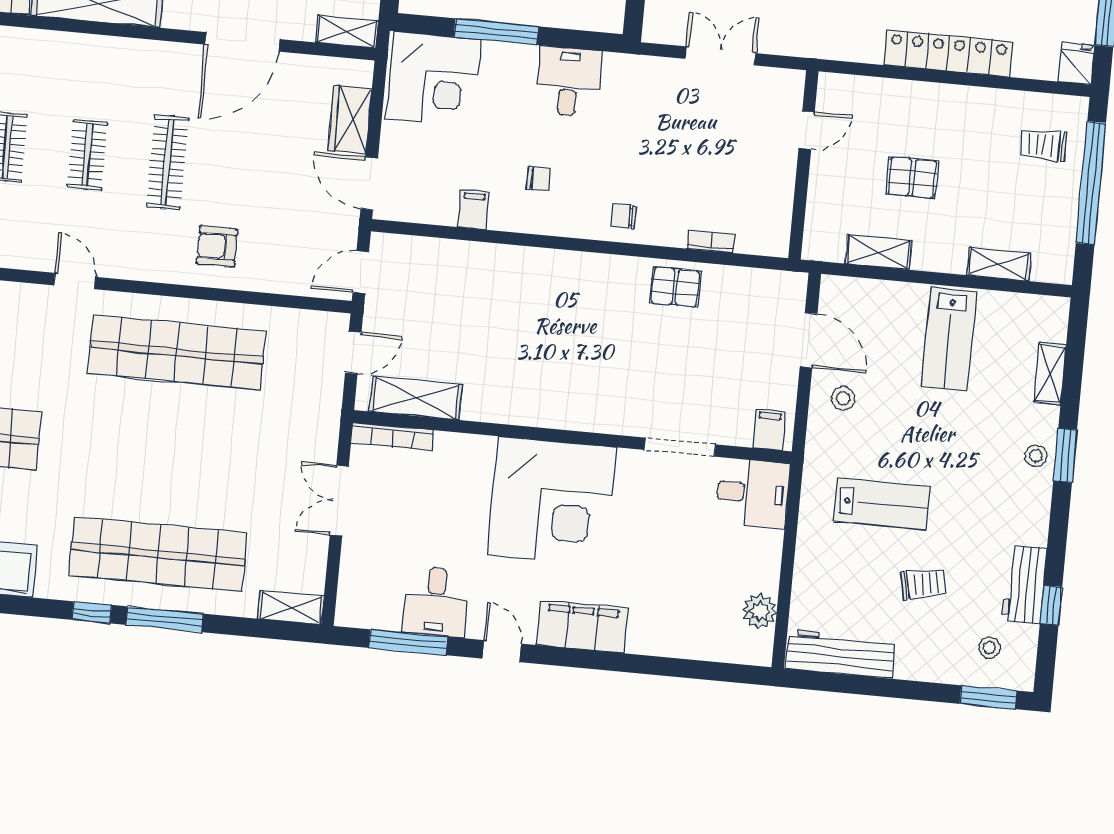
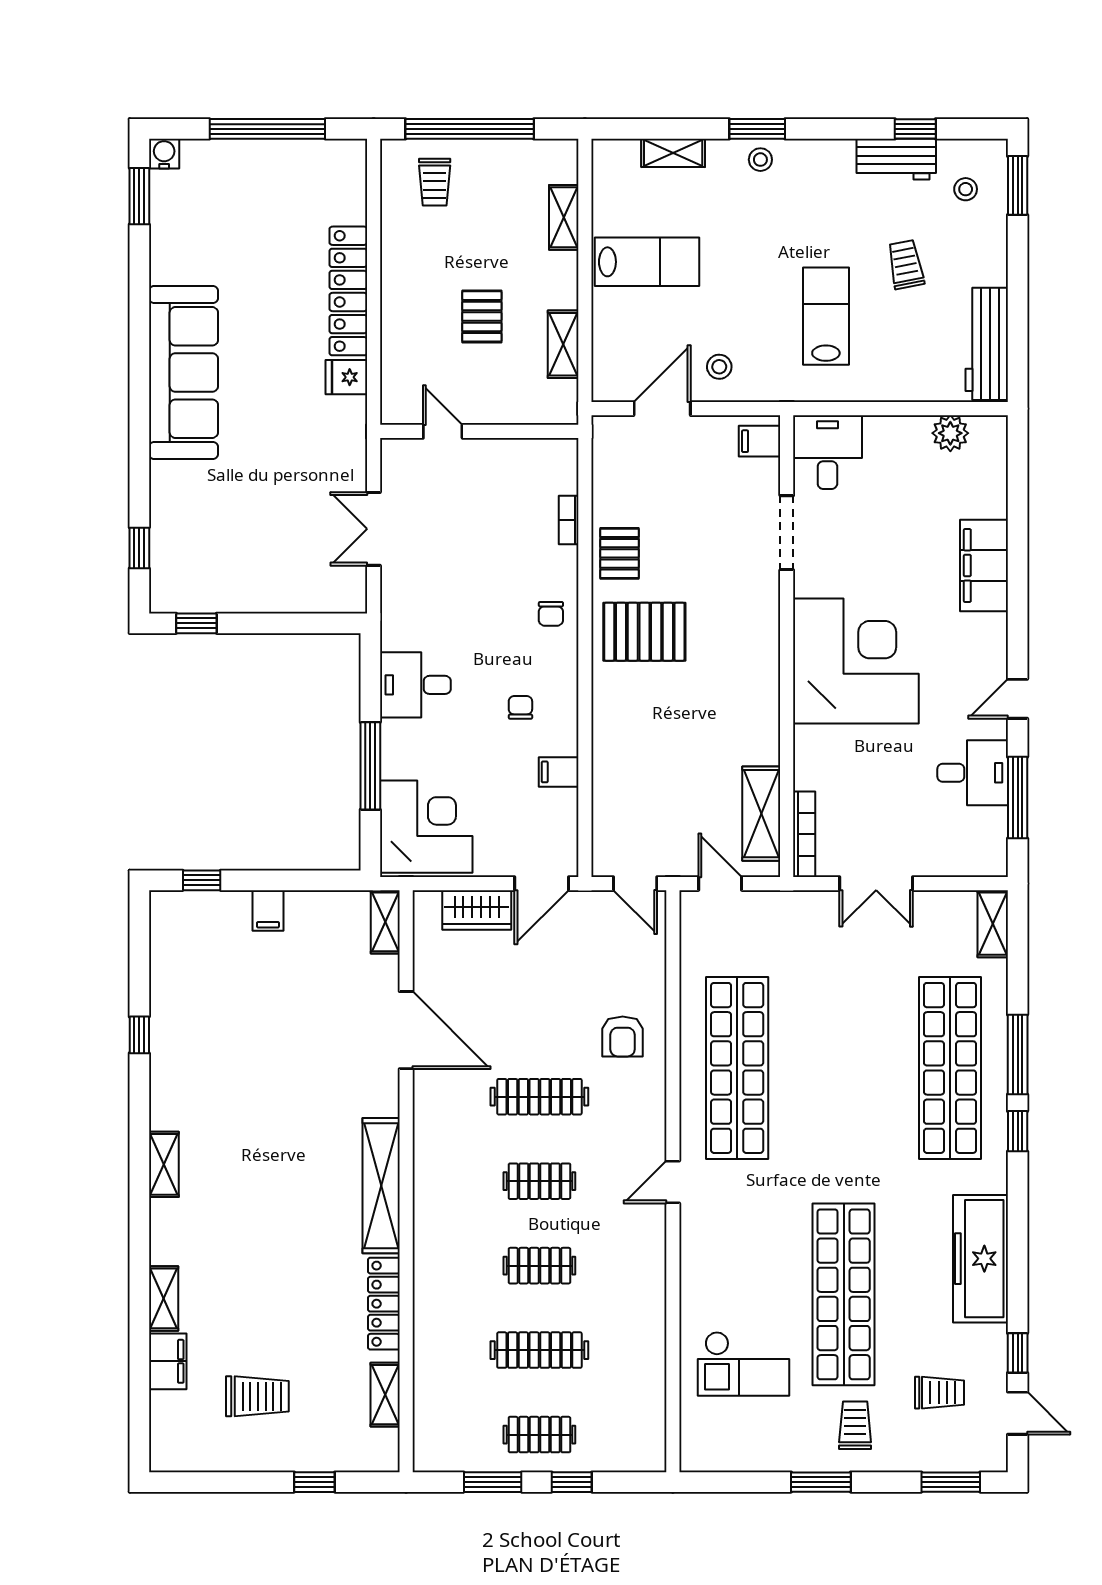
fridge: (1076, 64) -> (346, 377), moved
pallet: (599, 303) -> (644, 632), added
filing cabinet: (582, 627) -> (984, 566), moved

